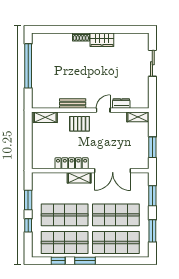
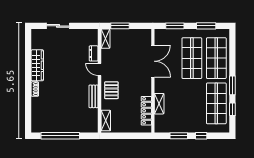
wardrobe: (102, 40) -> (37, 65), width x1.50
window: (152, 147) -> (120, 26), moved
locker: (72, 163) -> (146, 111), moved
shelving: (79, 178) -> (159, 104), moved
shop shelf: (65, 215) -> (192, 103), removed

